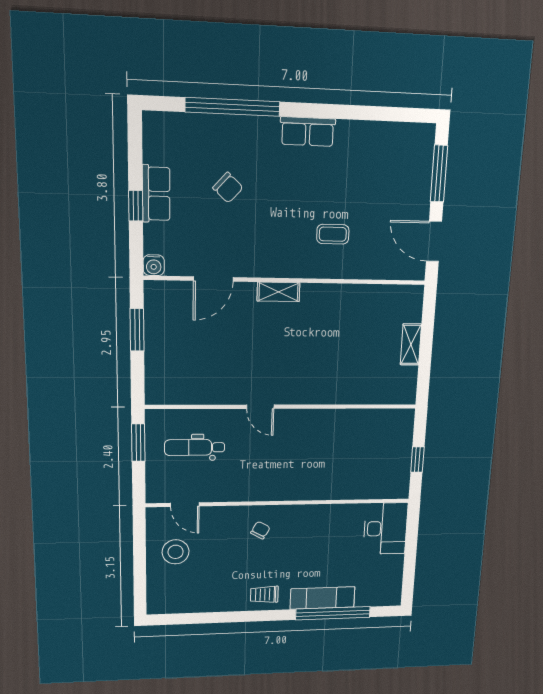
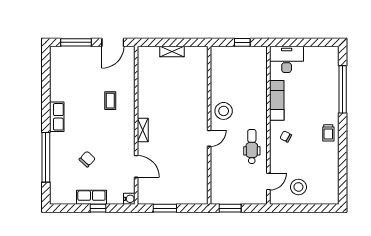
stool: (306, 431) -> (224, 111), added
dental chair: (195, 447) -> (252, 147), moved, turned 180
exam couch: (322, 598) -> (277, 100), moved, turned 180

